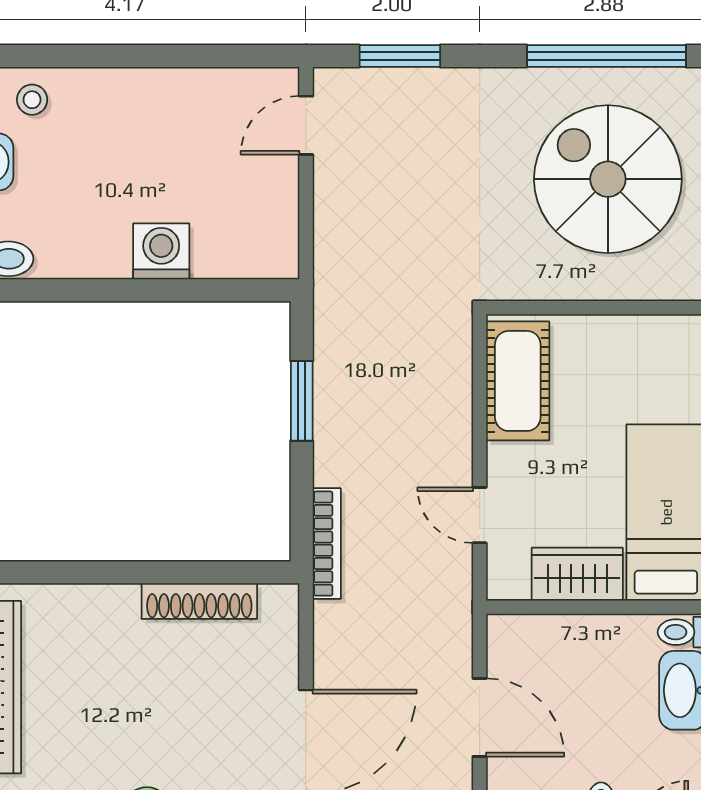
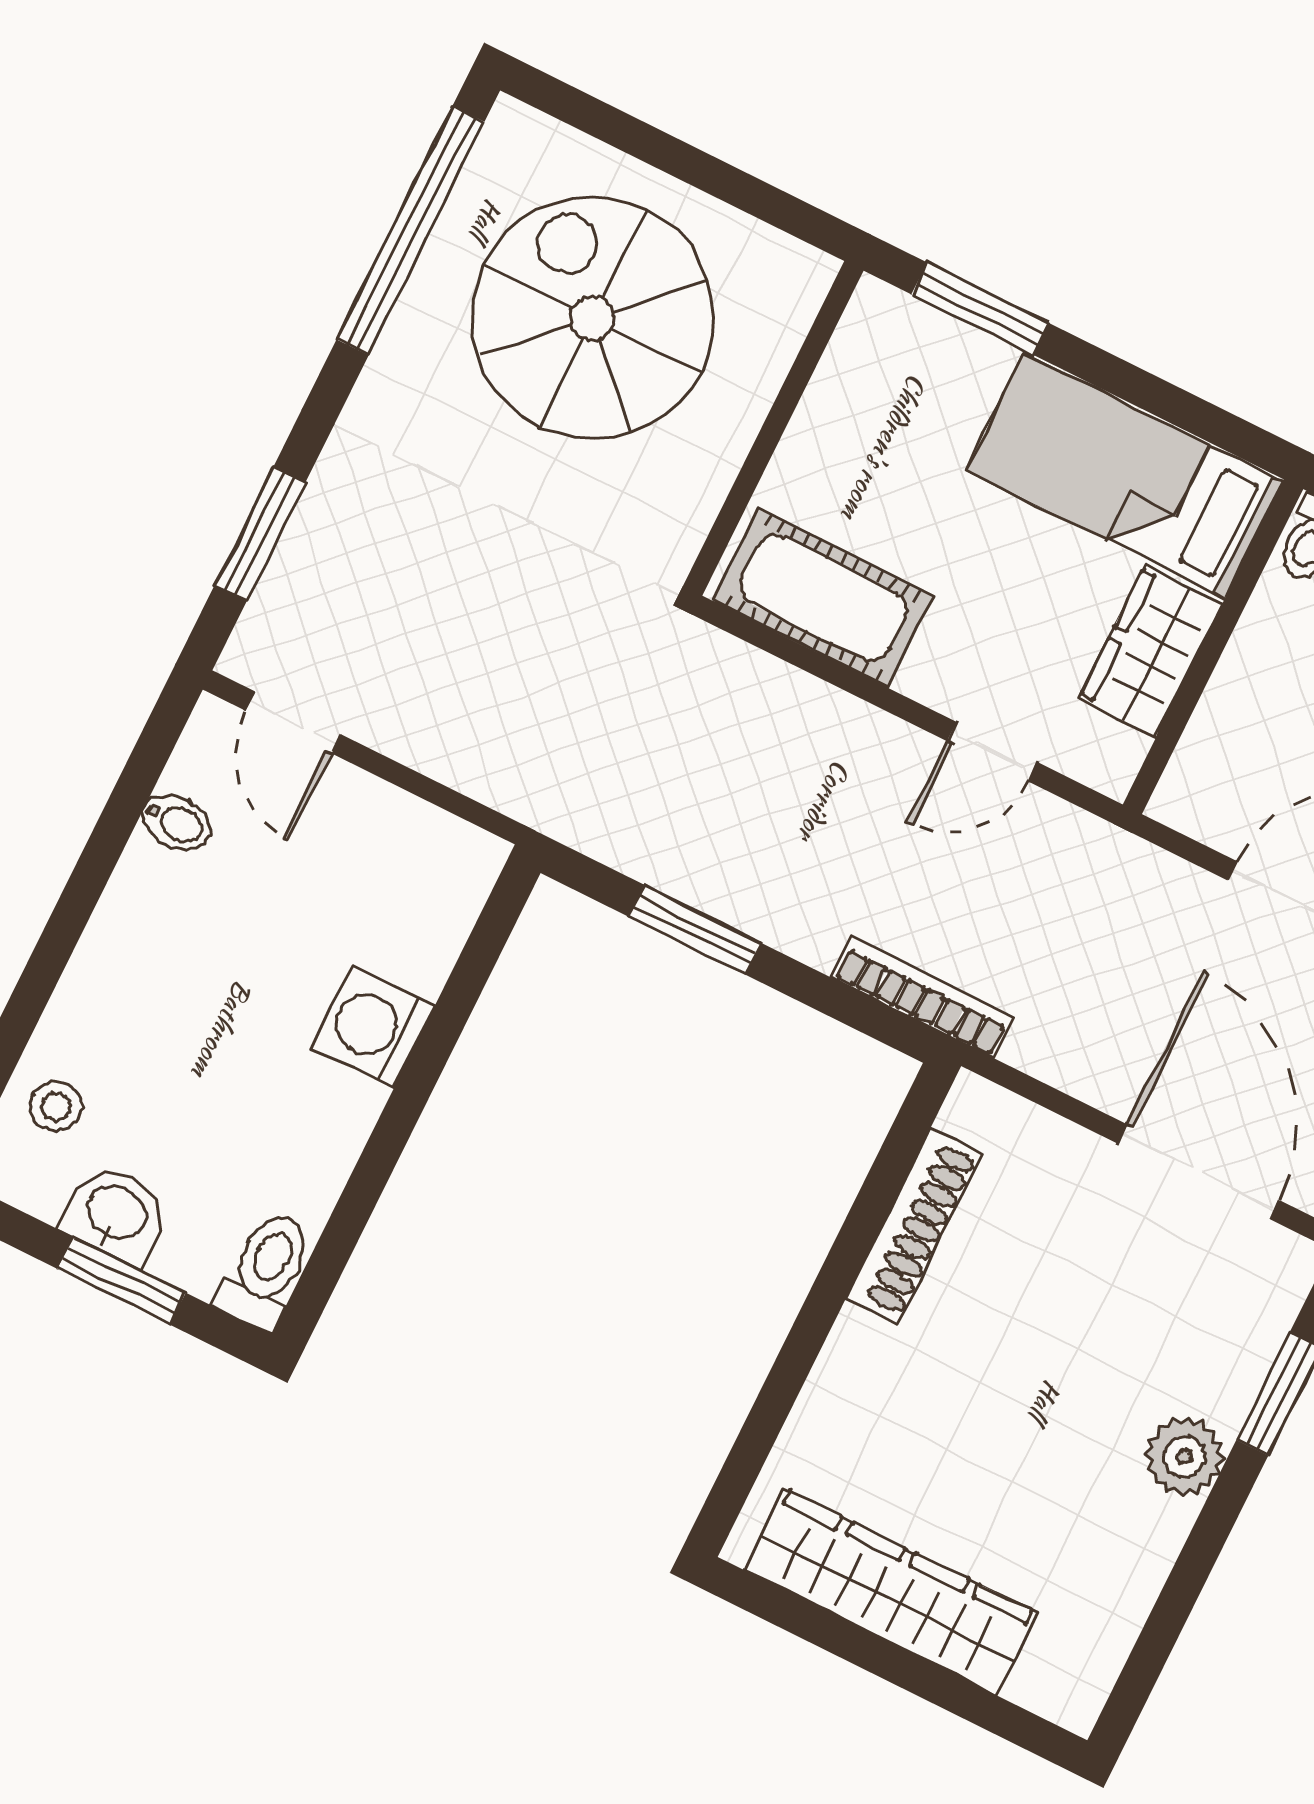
bidet: (220, 89) -> (177, 822), added
spiral stairs: (608, 179) -> (592, 318), turned 90

